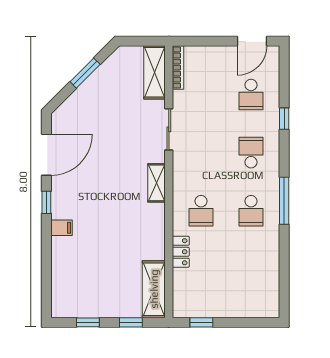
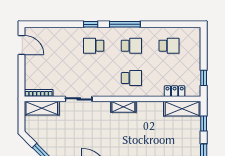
school desk: (251, 95) -> (169, 46), moved
window: (284, 119) -> (91, 24), moved
shelving: (157, 183) -> (123, 107), moved
locker: (181, 252) -> (175, 91), moved

